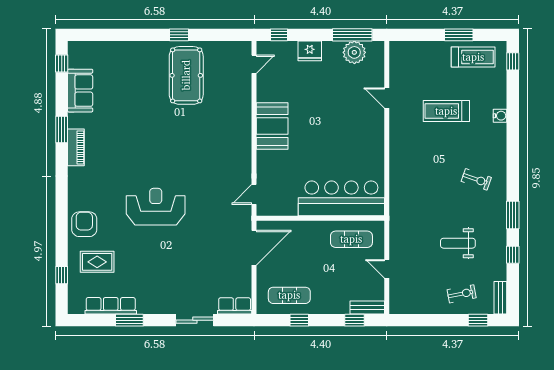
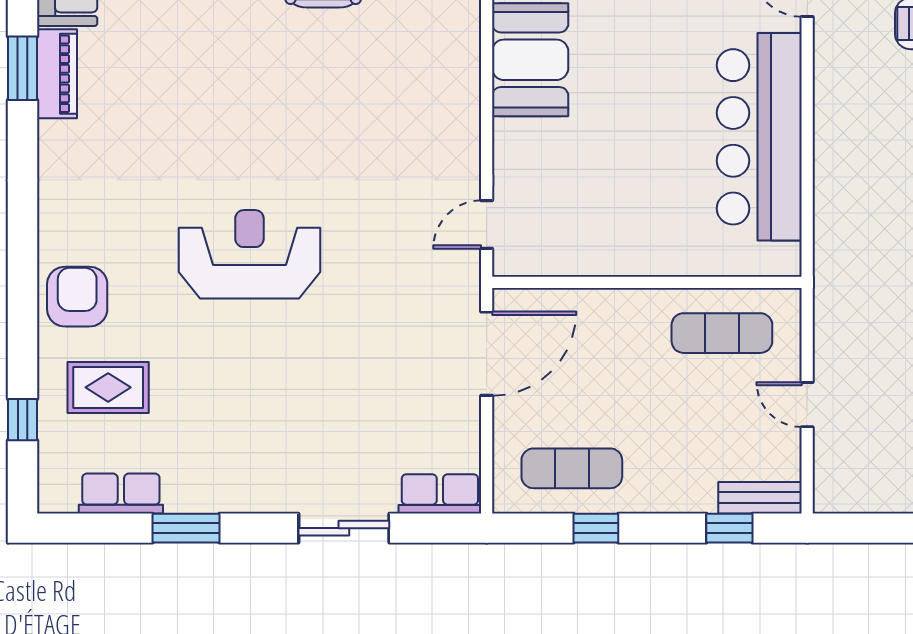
piano: (76, 147) -> (57, 74), moved
bar counter: (341, 198) -> (759, 137), moved, turned -90
row of seats: (111, 306) -> (121, 493), width x0.68

